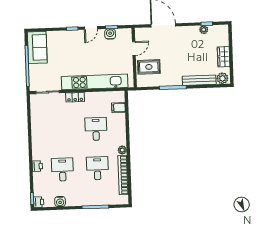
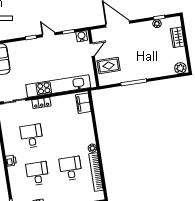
door: (91, 28) -> (49, 35), swing flipped
water cooler: (110, 34) -> (82, 36), moved
wardrobe: (224, 57) -> (177, 37), moved
bench: (199, 80) -> (158, 73), removed
filing cabinet: (118, 108) -> (83, 103), width x2.00
desk: (96, 129) -> (32, 136), moved
printer: (37, 166) -> (11, 161), moved

